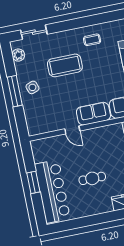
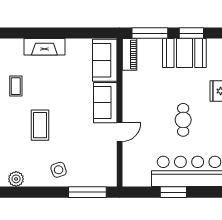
coffee table: (65, 65) -> (40, 125), width x0.73, depth x0.76
window: (15, 91) -> (87, 192), moved

